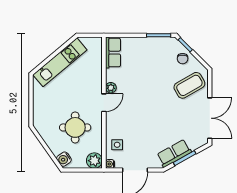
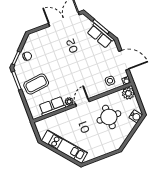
row of seats: (113, 53) -> (52, 106), moved
coffee table: (189, 85) -> (36, 84), moved, turned -67
door: (104, 103) -> (82, 103), hinge flipped

